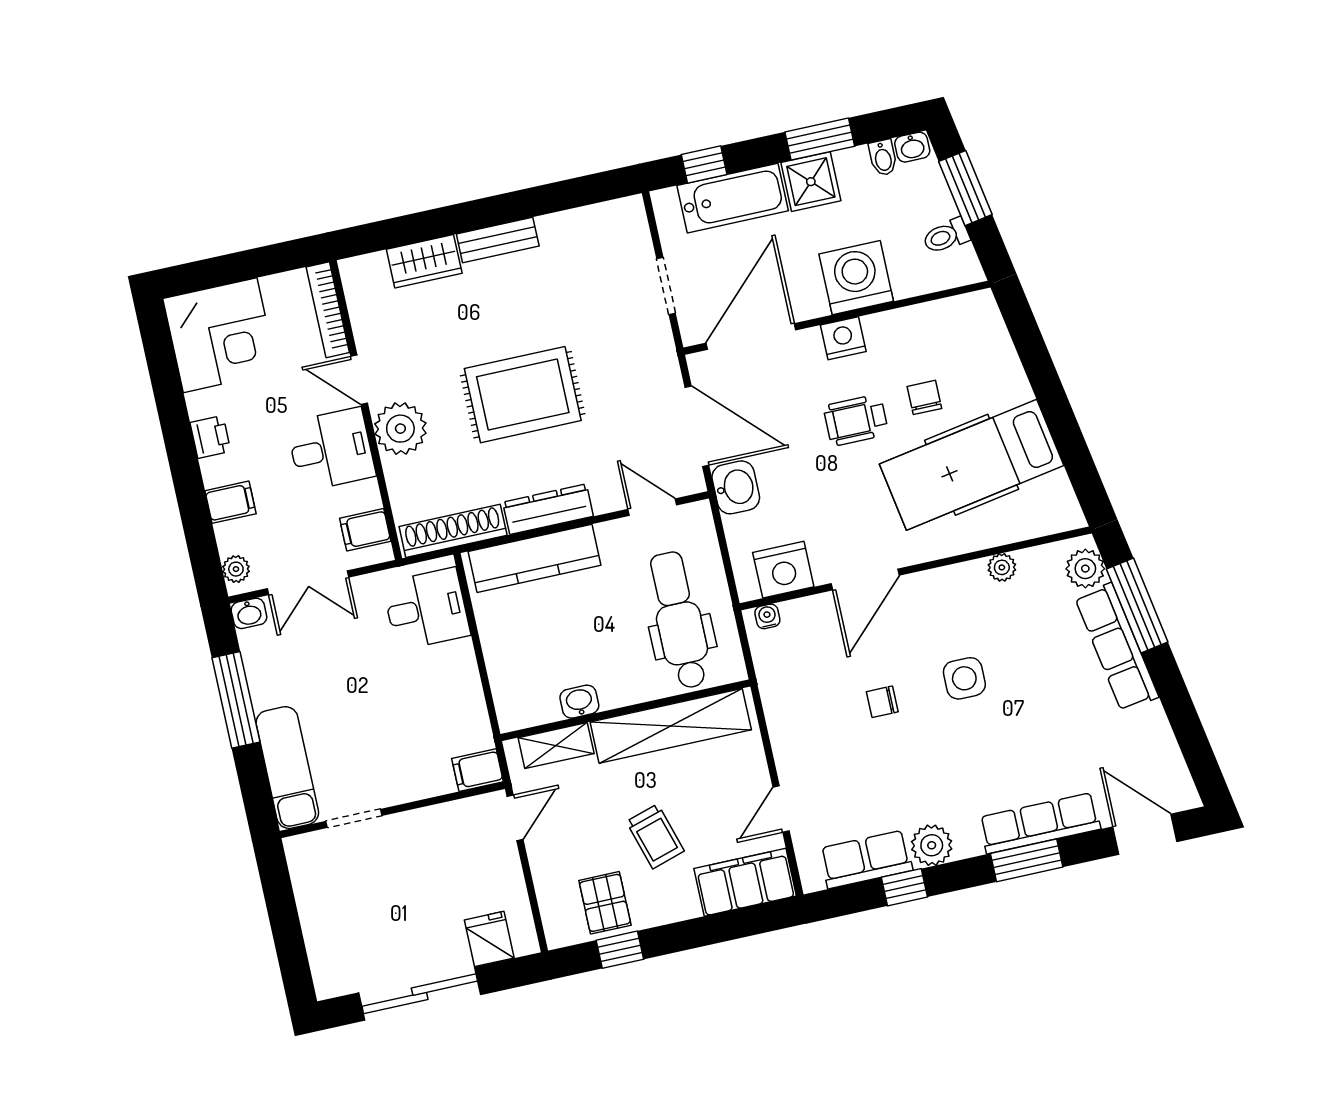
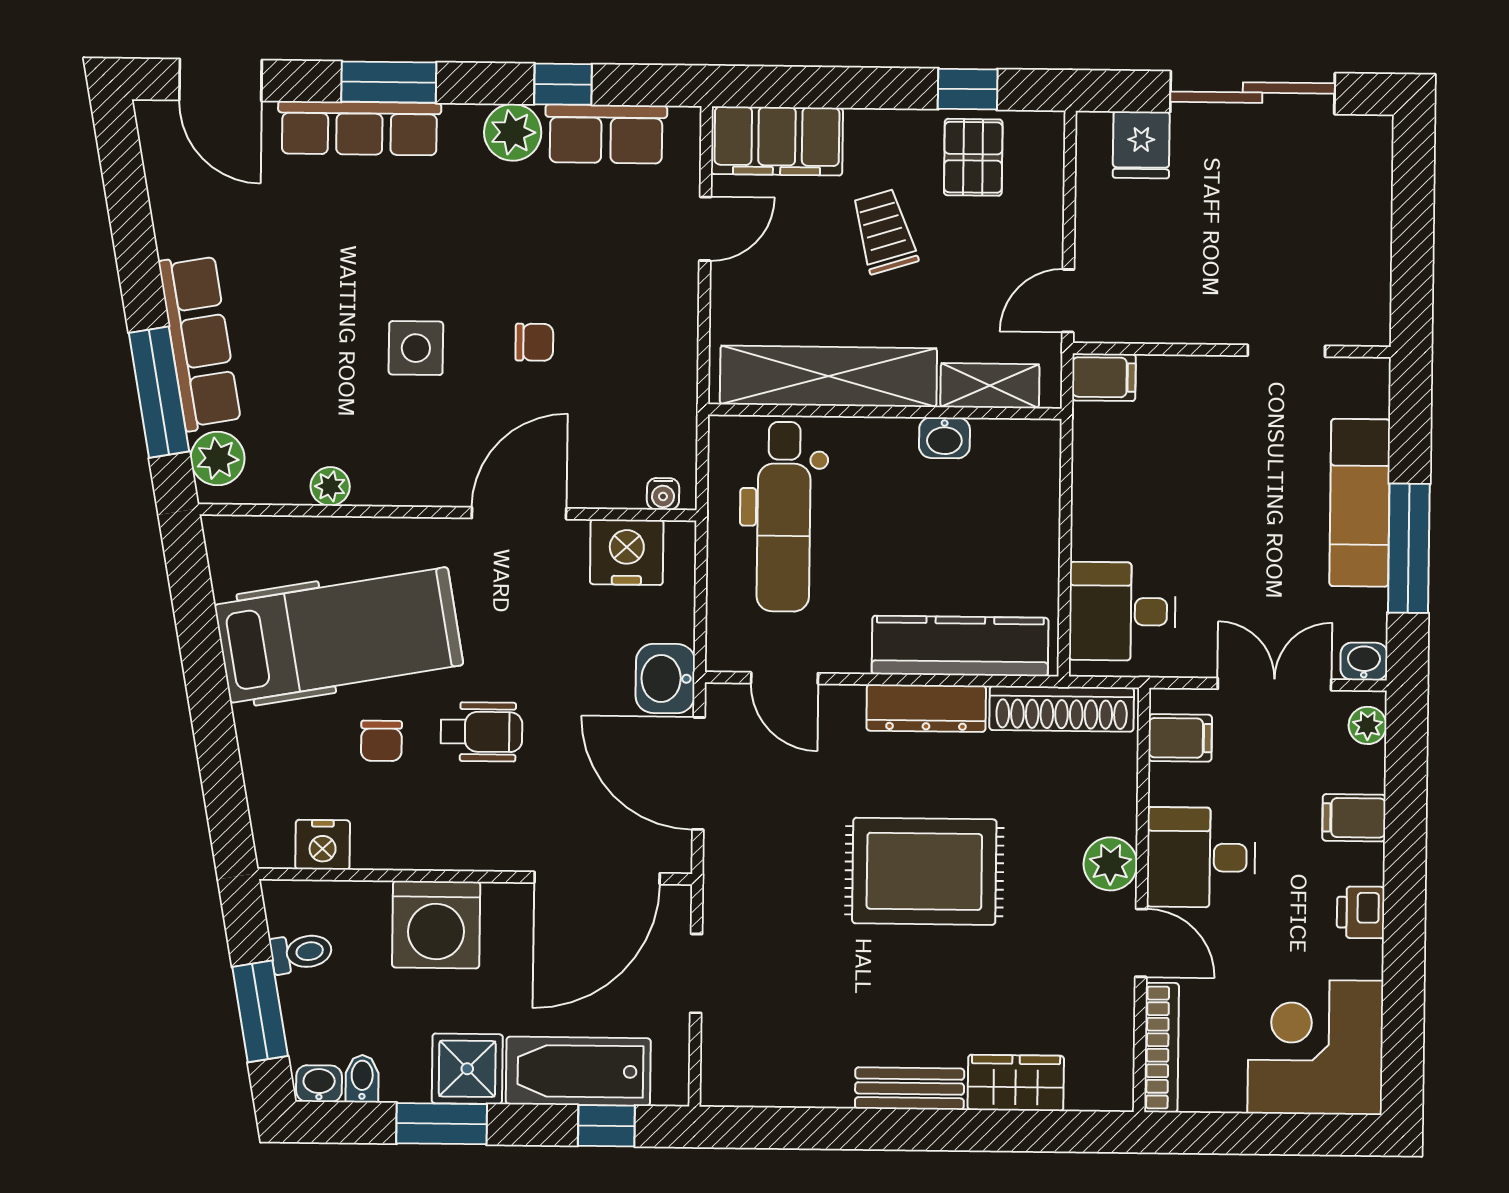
nightstand: (843, 338) -> (323, 845), moved
plant: (400, 429) -> (1110, 864), width x0.73, depth x0.73
exam couch: (287, 768) -> (1360, 503), moved

